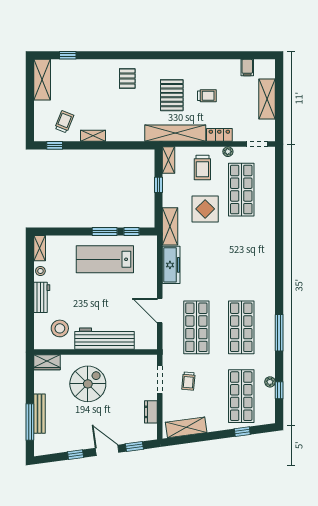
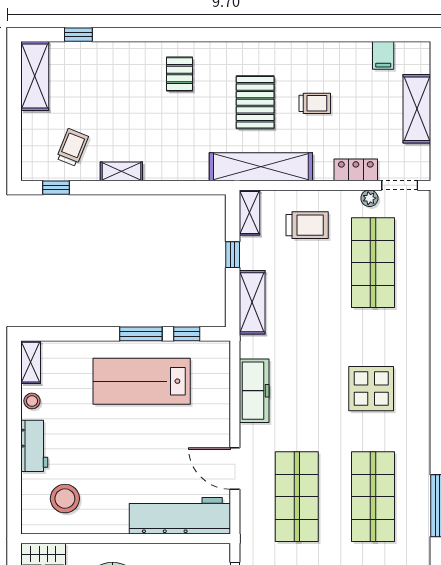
locker: (219, 135) -> (356, 170), moved
plant: (228, 152) -> (369, 198), moved
trolley: (202, 167) -> (307, 225), turned -90
display table: (205, 209) -> (371, 389), moved
shelving: (170, 226) -> (252, 302), moved
workbench: (105, 339) -> (180, 516), moved

